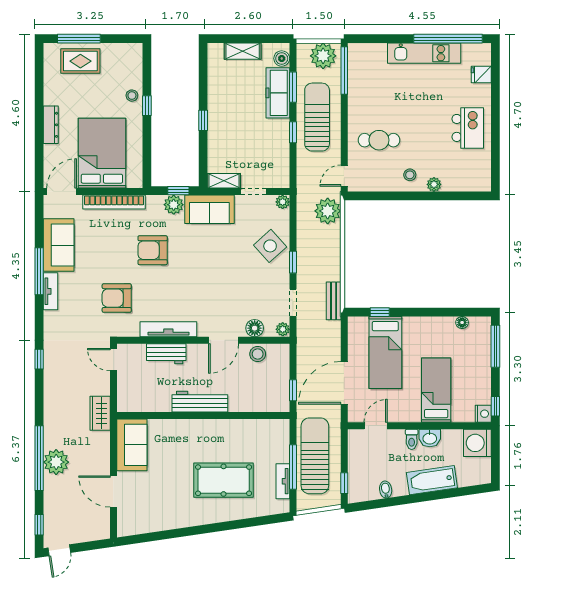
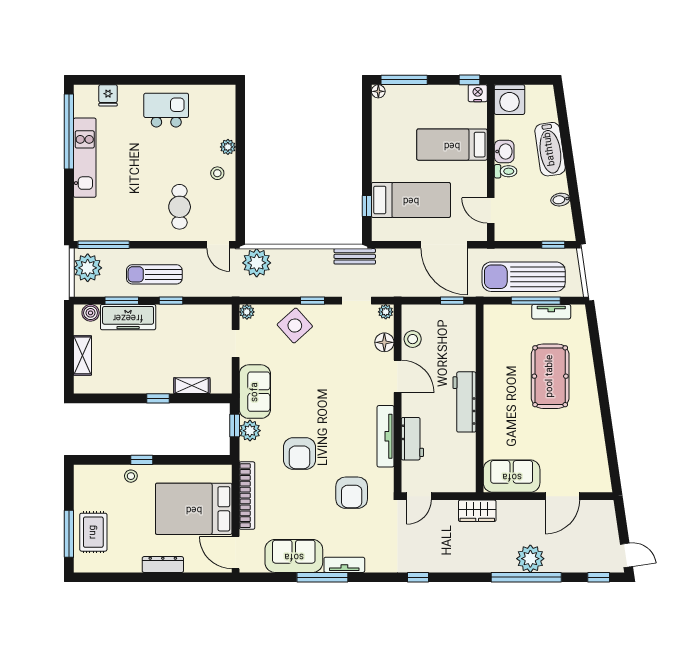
sun lounger: (317, 117) -> (154, 274), width x0.73, depth x0.75
shelving: (224, 181) -> (192, 386), moved, turned 90
floor lamp: (462, 323) -> (378, 91), moved

